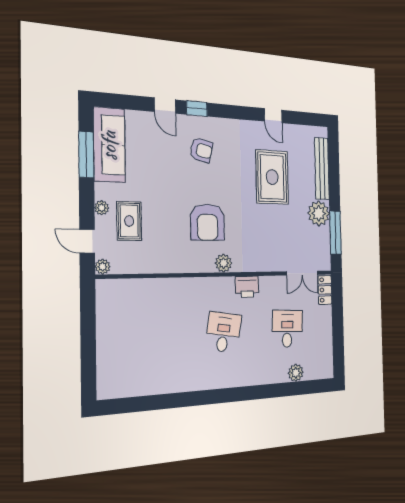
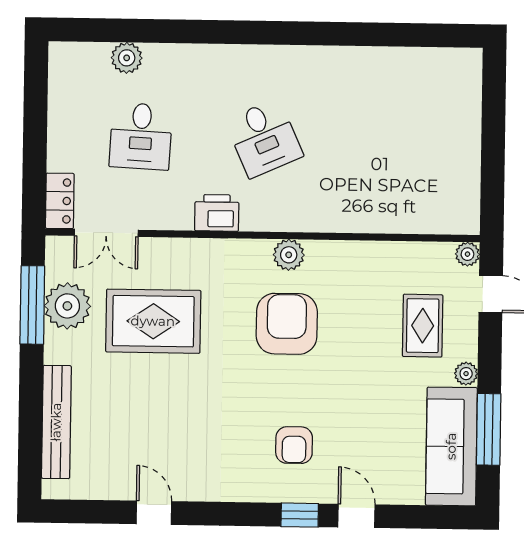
armchair: (201, 150) -> (294, 445), turned -103
rug: (272, 177) -> (153, 321), moved, turned 90
plant: (102, 208) -> (466, 374), moved
plant: (319, 213) -> (67, 306), moved
plant: (224, 263) -> (289, 255), moved
double door: (302, 273) -> (106, 233), swing flipped
desk: (223, 332) -> (264, 138), turned -33

